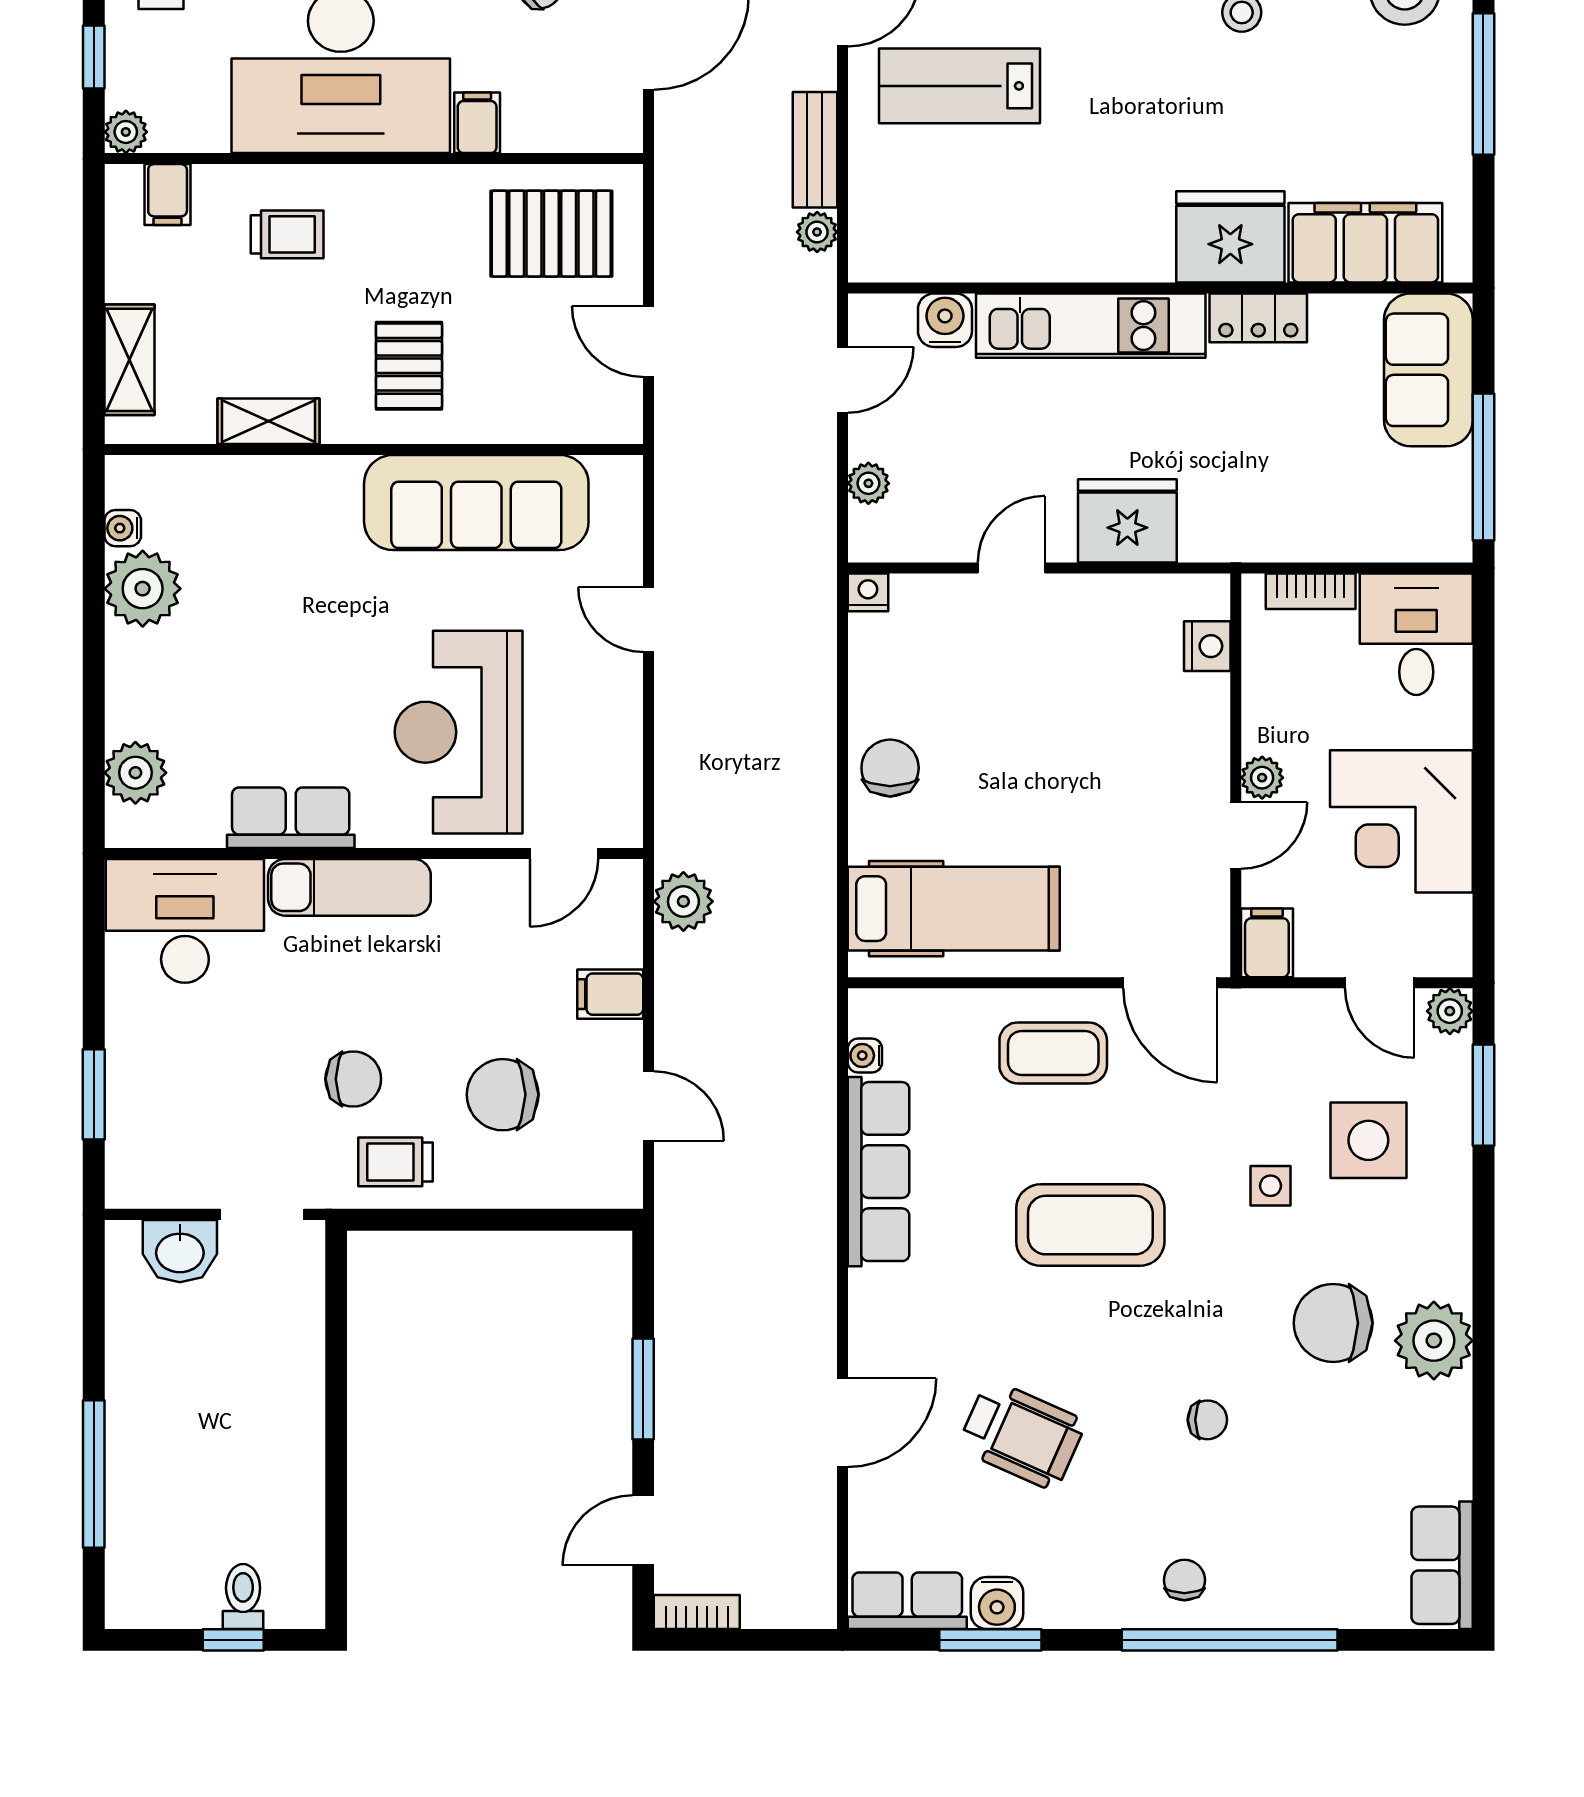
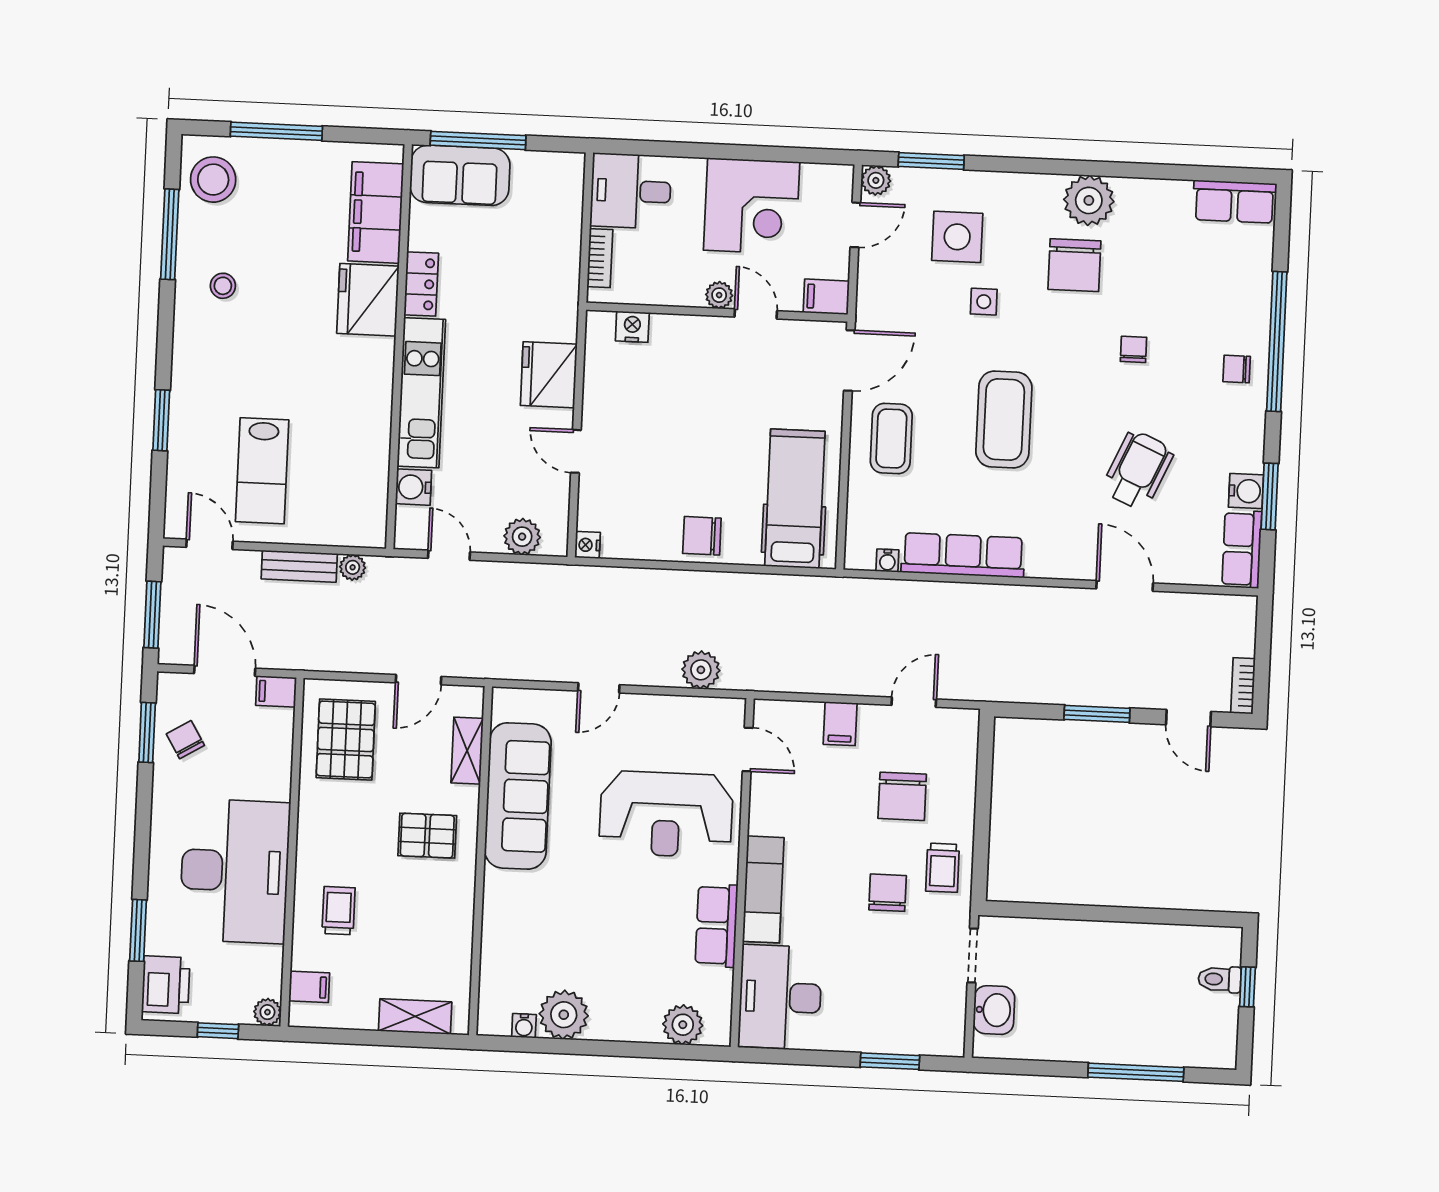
filing cabinet: (477, 123) -> (276, 692), moved
shelving: (268, 421) -> (467, 751), moved
window: (1483, 467) -> (478, 140), moved
plant: (868, 483) -> (522, 537), width x1.38, depth x1.38
plant: (683, 901) -> (701, 670), moved

